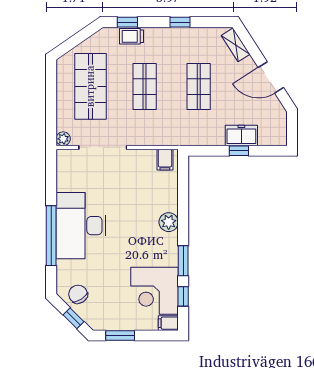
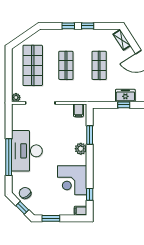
window: (127, 22) -> (68, 26), moved
trolley: (132, 36) -> (58, 35), removed
window: (183, 261) -> (90, 135), moved
corner desk: (155, 291) -> (72, 180), moved

